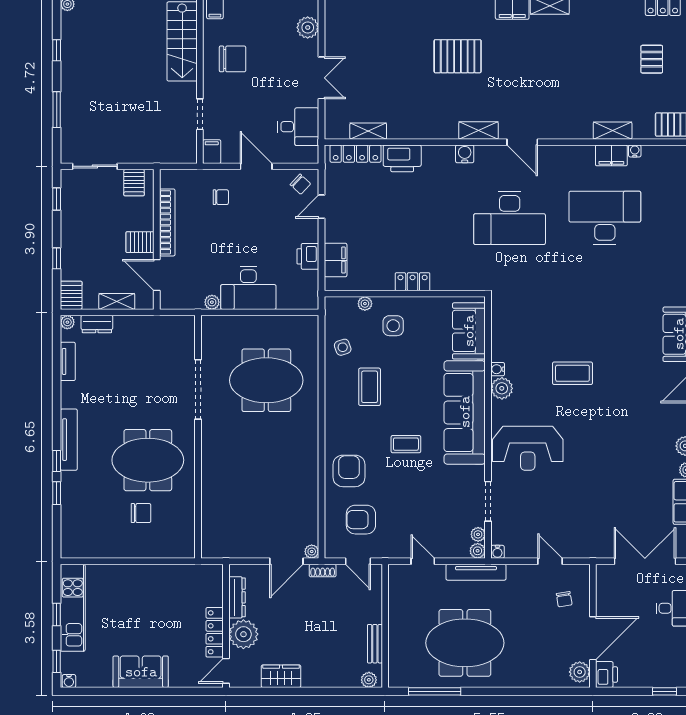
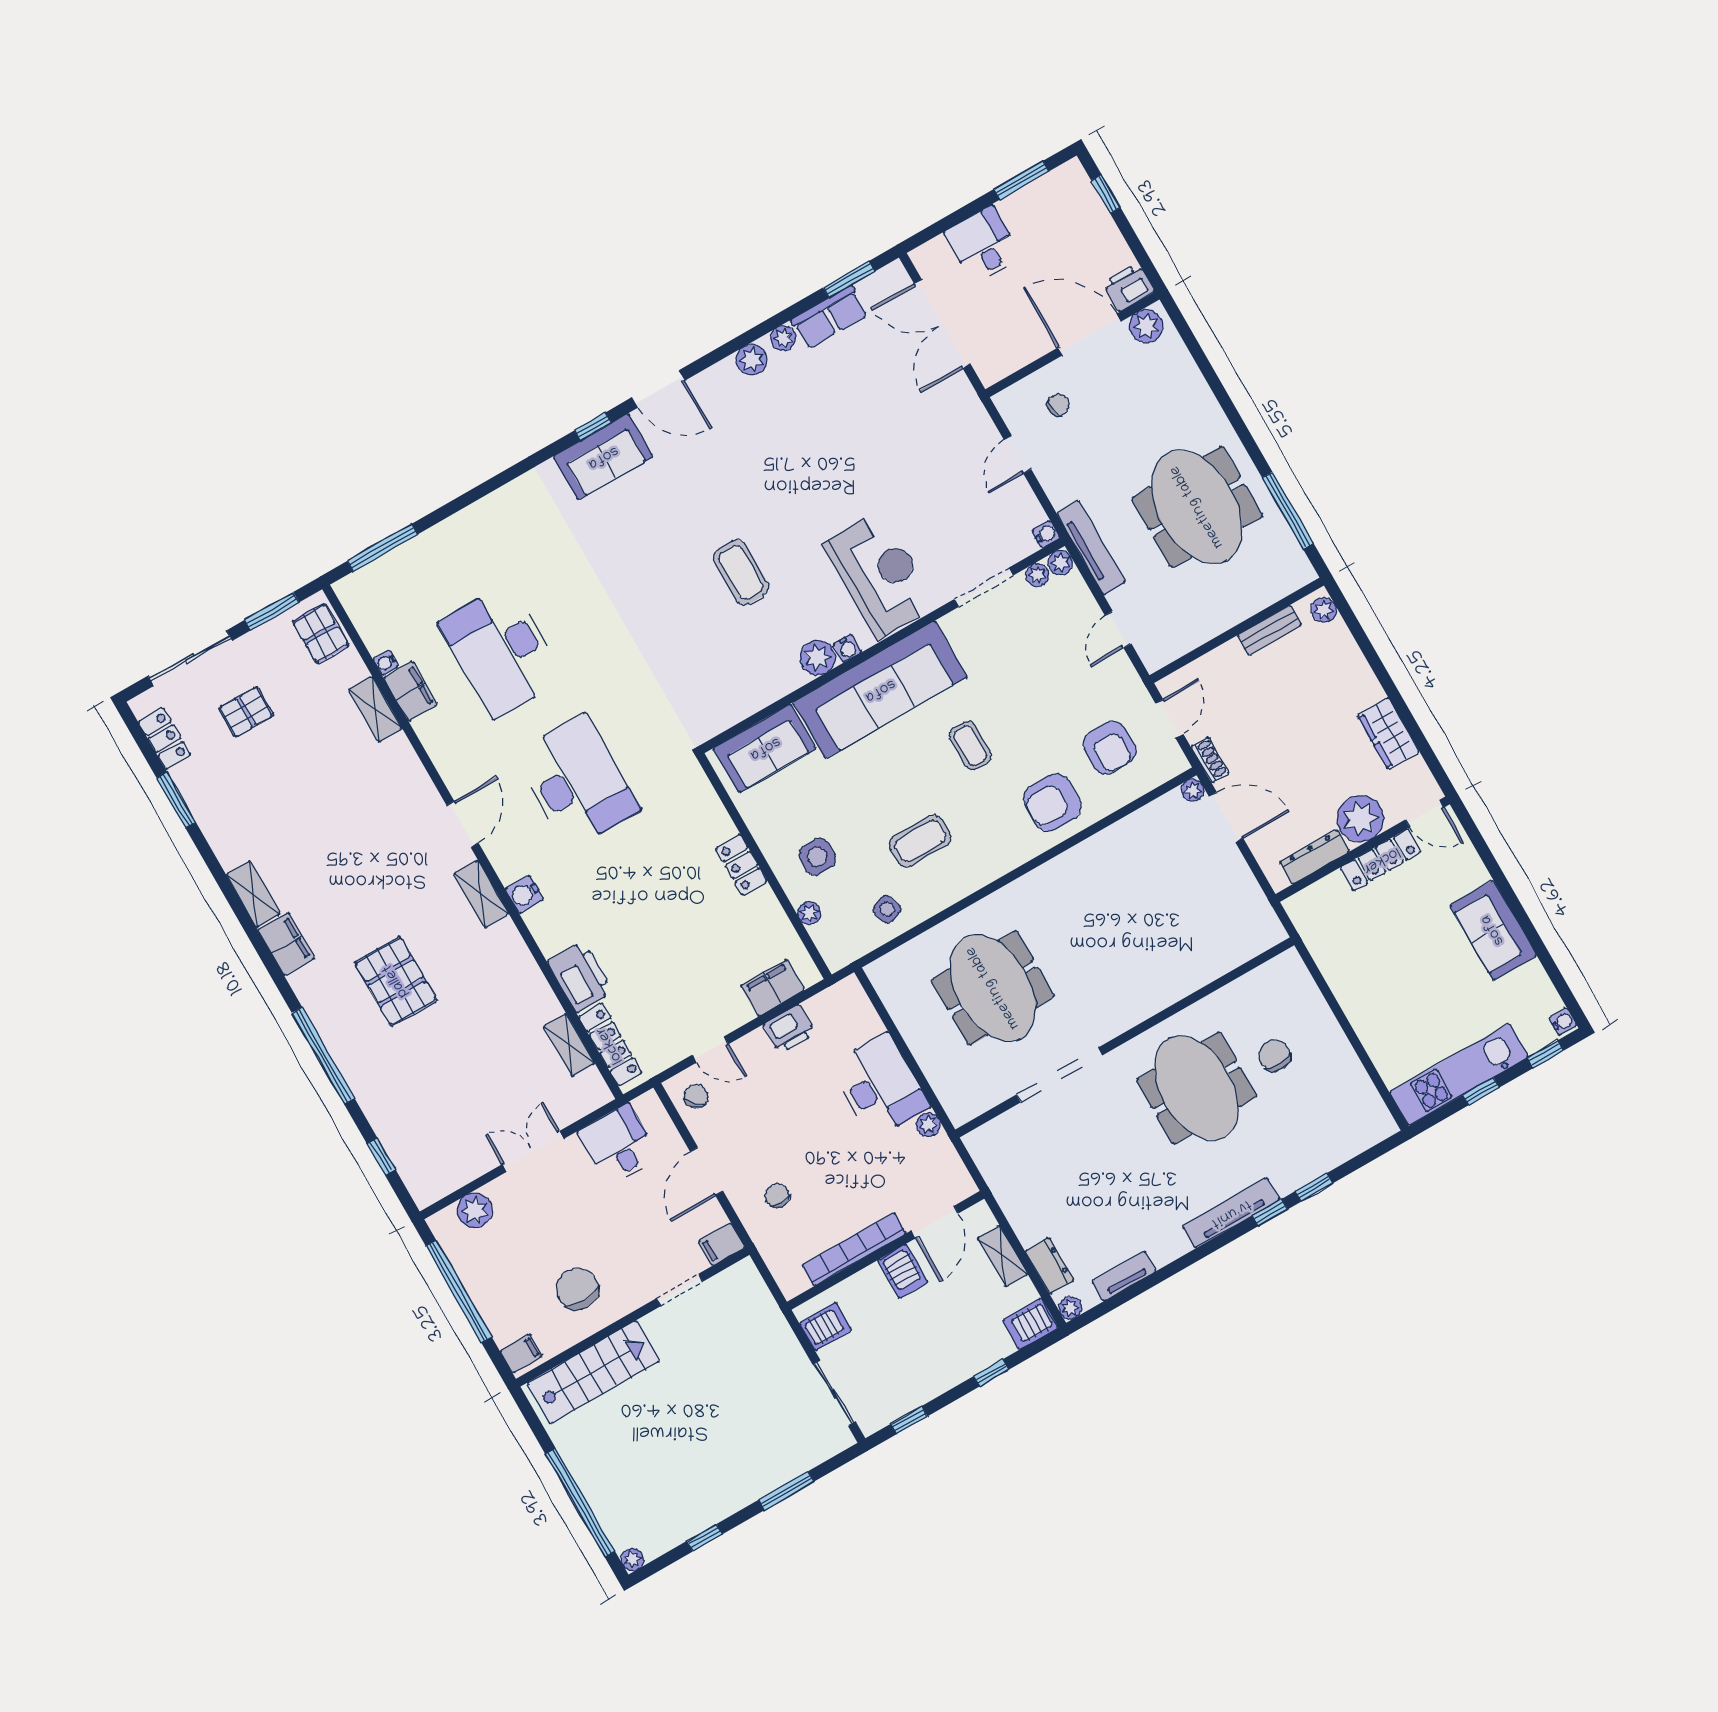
water cooler: (498, 369) -> (847, 648), moved

